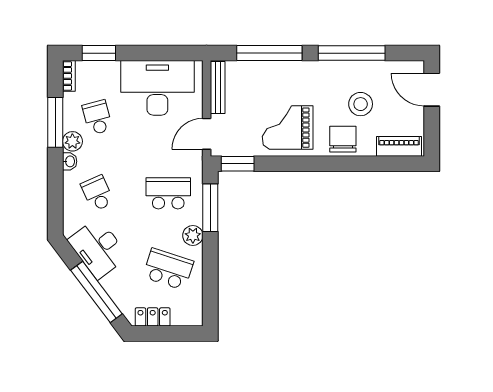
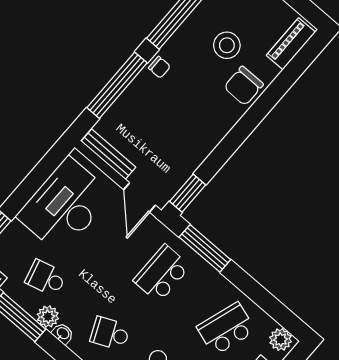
chair: (306, 71) -> (159, 67), added
grand piano: (288, 128) -> (193, 124), removed
chair: (343, 139) -> (244, 86), turned -90
plant: (193, 235) -> (281, 340), moved

